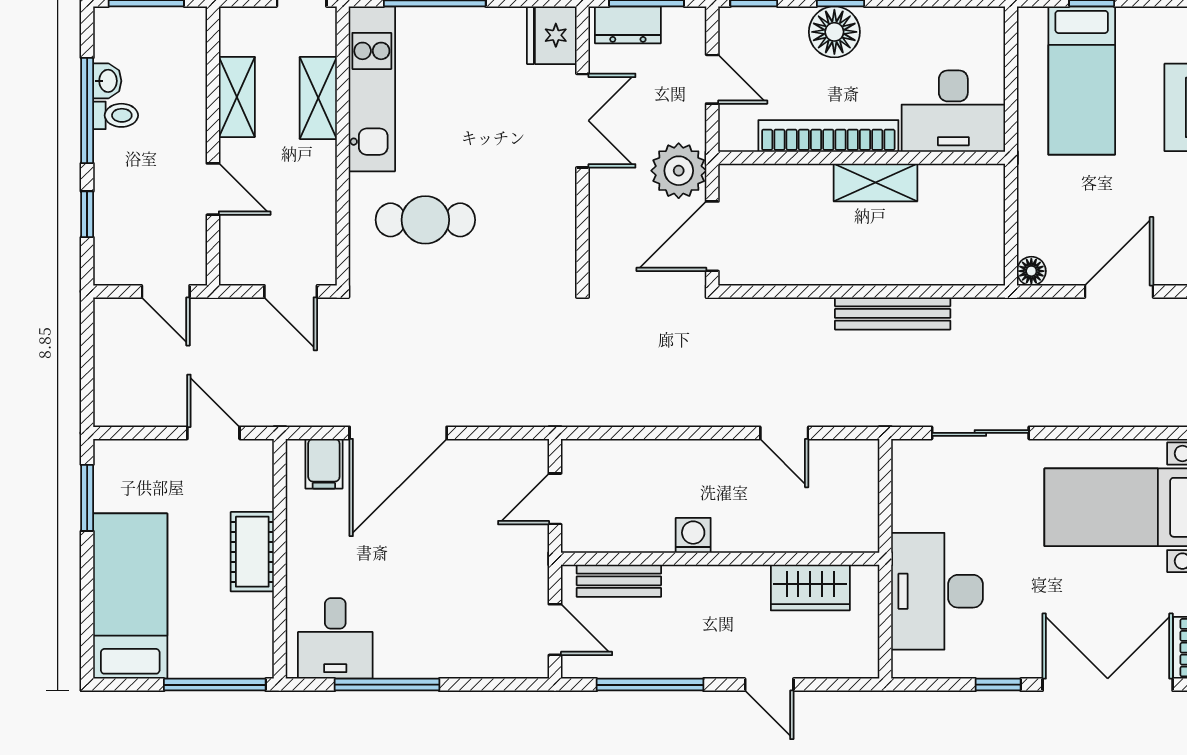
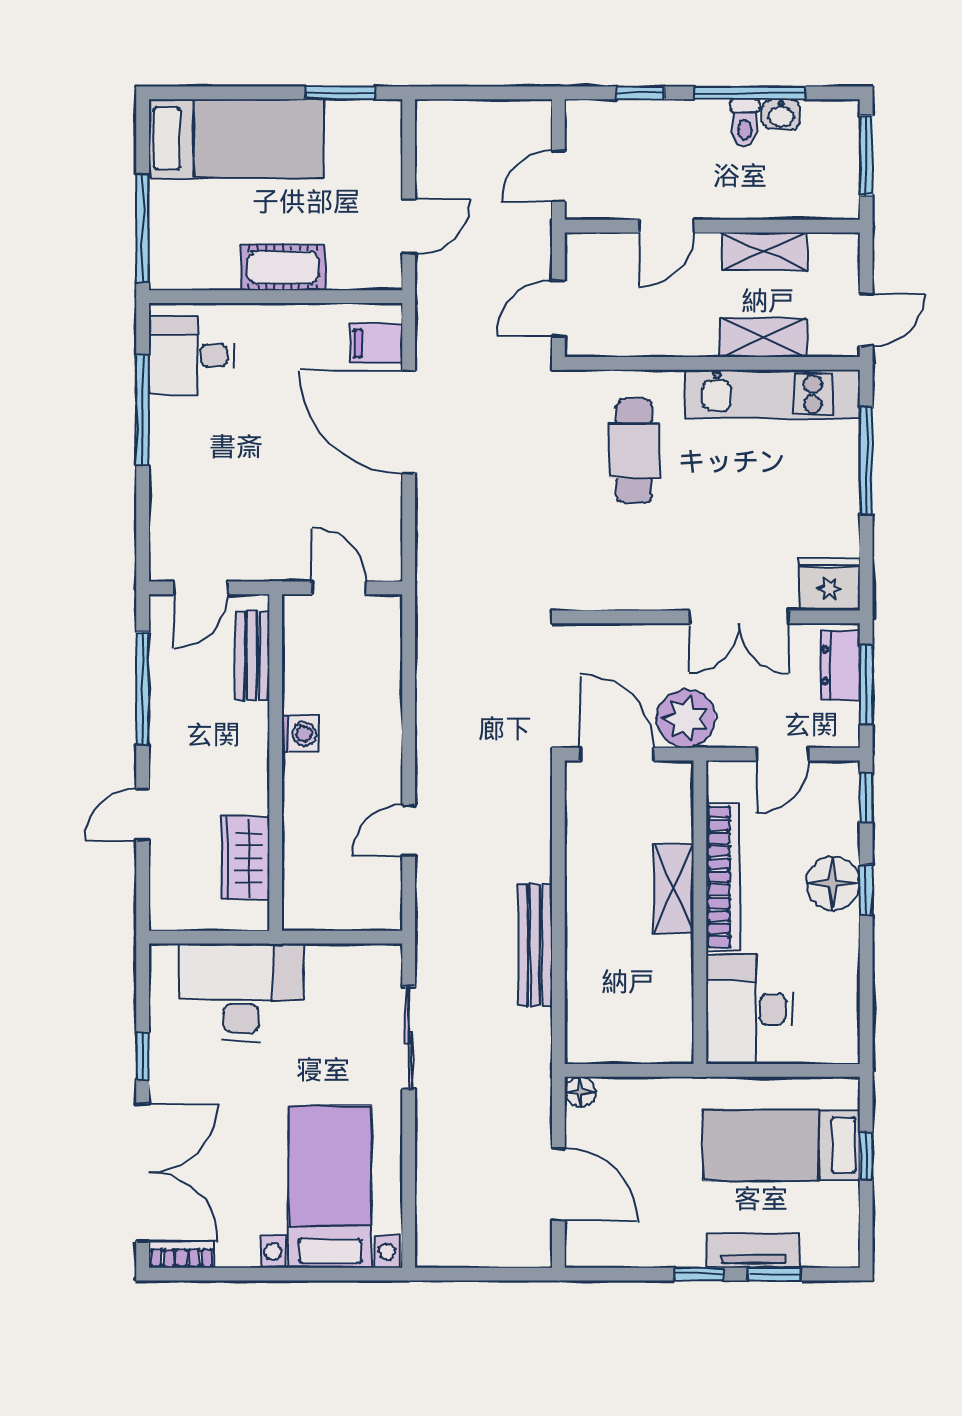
shelving: (875, 182) -> (674, 889), moved

